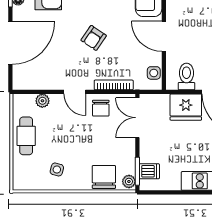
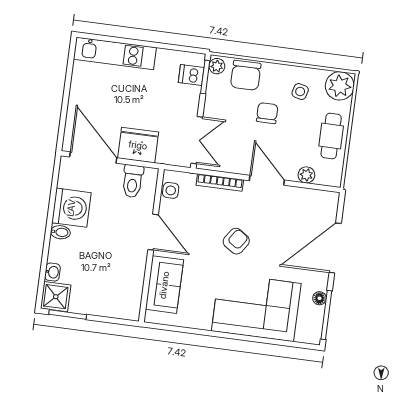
door: (75, 92) -> (267, 180), width x1.38
chair: (101, 108) -> (267, 113), moved
plant: (24, 179) -> (340, 86), added

